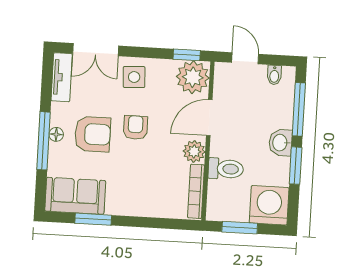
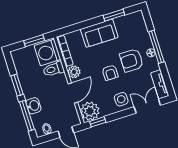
washbasin: (280, 143) -> (33, 106), moved
sofa: (75, 196) -> (99, 33), moved
washing machine: (269, 205) -> (47, 53), moved, turned 90

